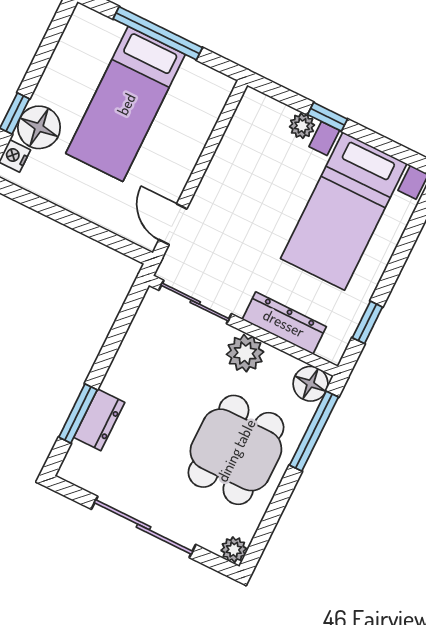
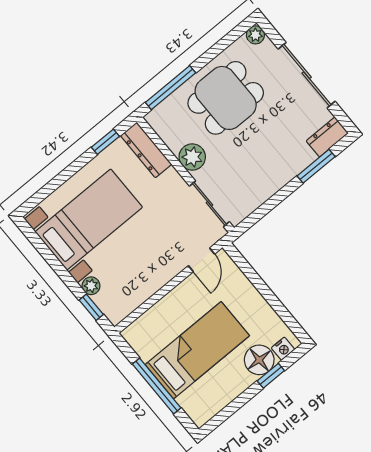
window: (328, 117) -> (91, 307), moved
dresser: (284, 323) -> (146, 150), moved
floor lamp: (310, 384) -> (159, 119), removed
dresser: (99, 420) -> (327, 137), moved

